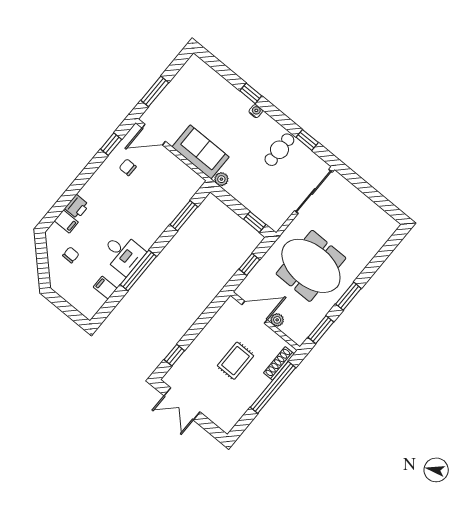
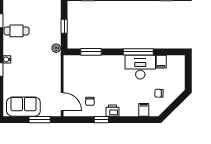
window: (111, 144) -> (101, 120), moved
sofa: (201, 152) -> (23, 107), moved, turned 90
printer: (77, 207) -> (113, 111), moved
window: (255, 222) -> (64, 26), moved
desk: (123, 253) -> (140, 67), width x1.37

